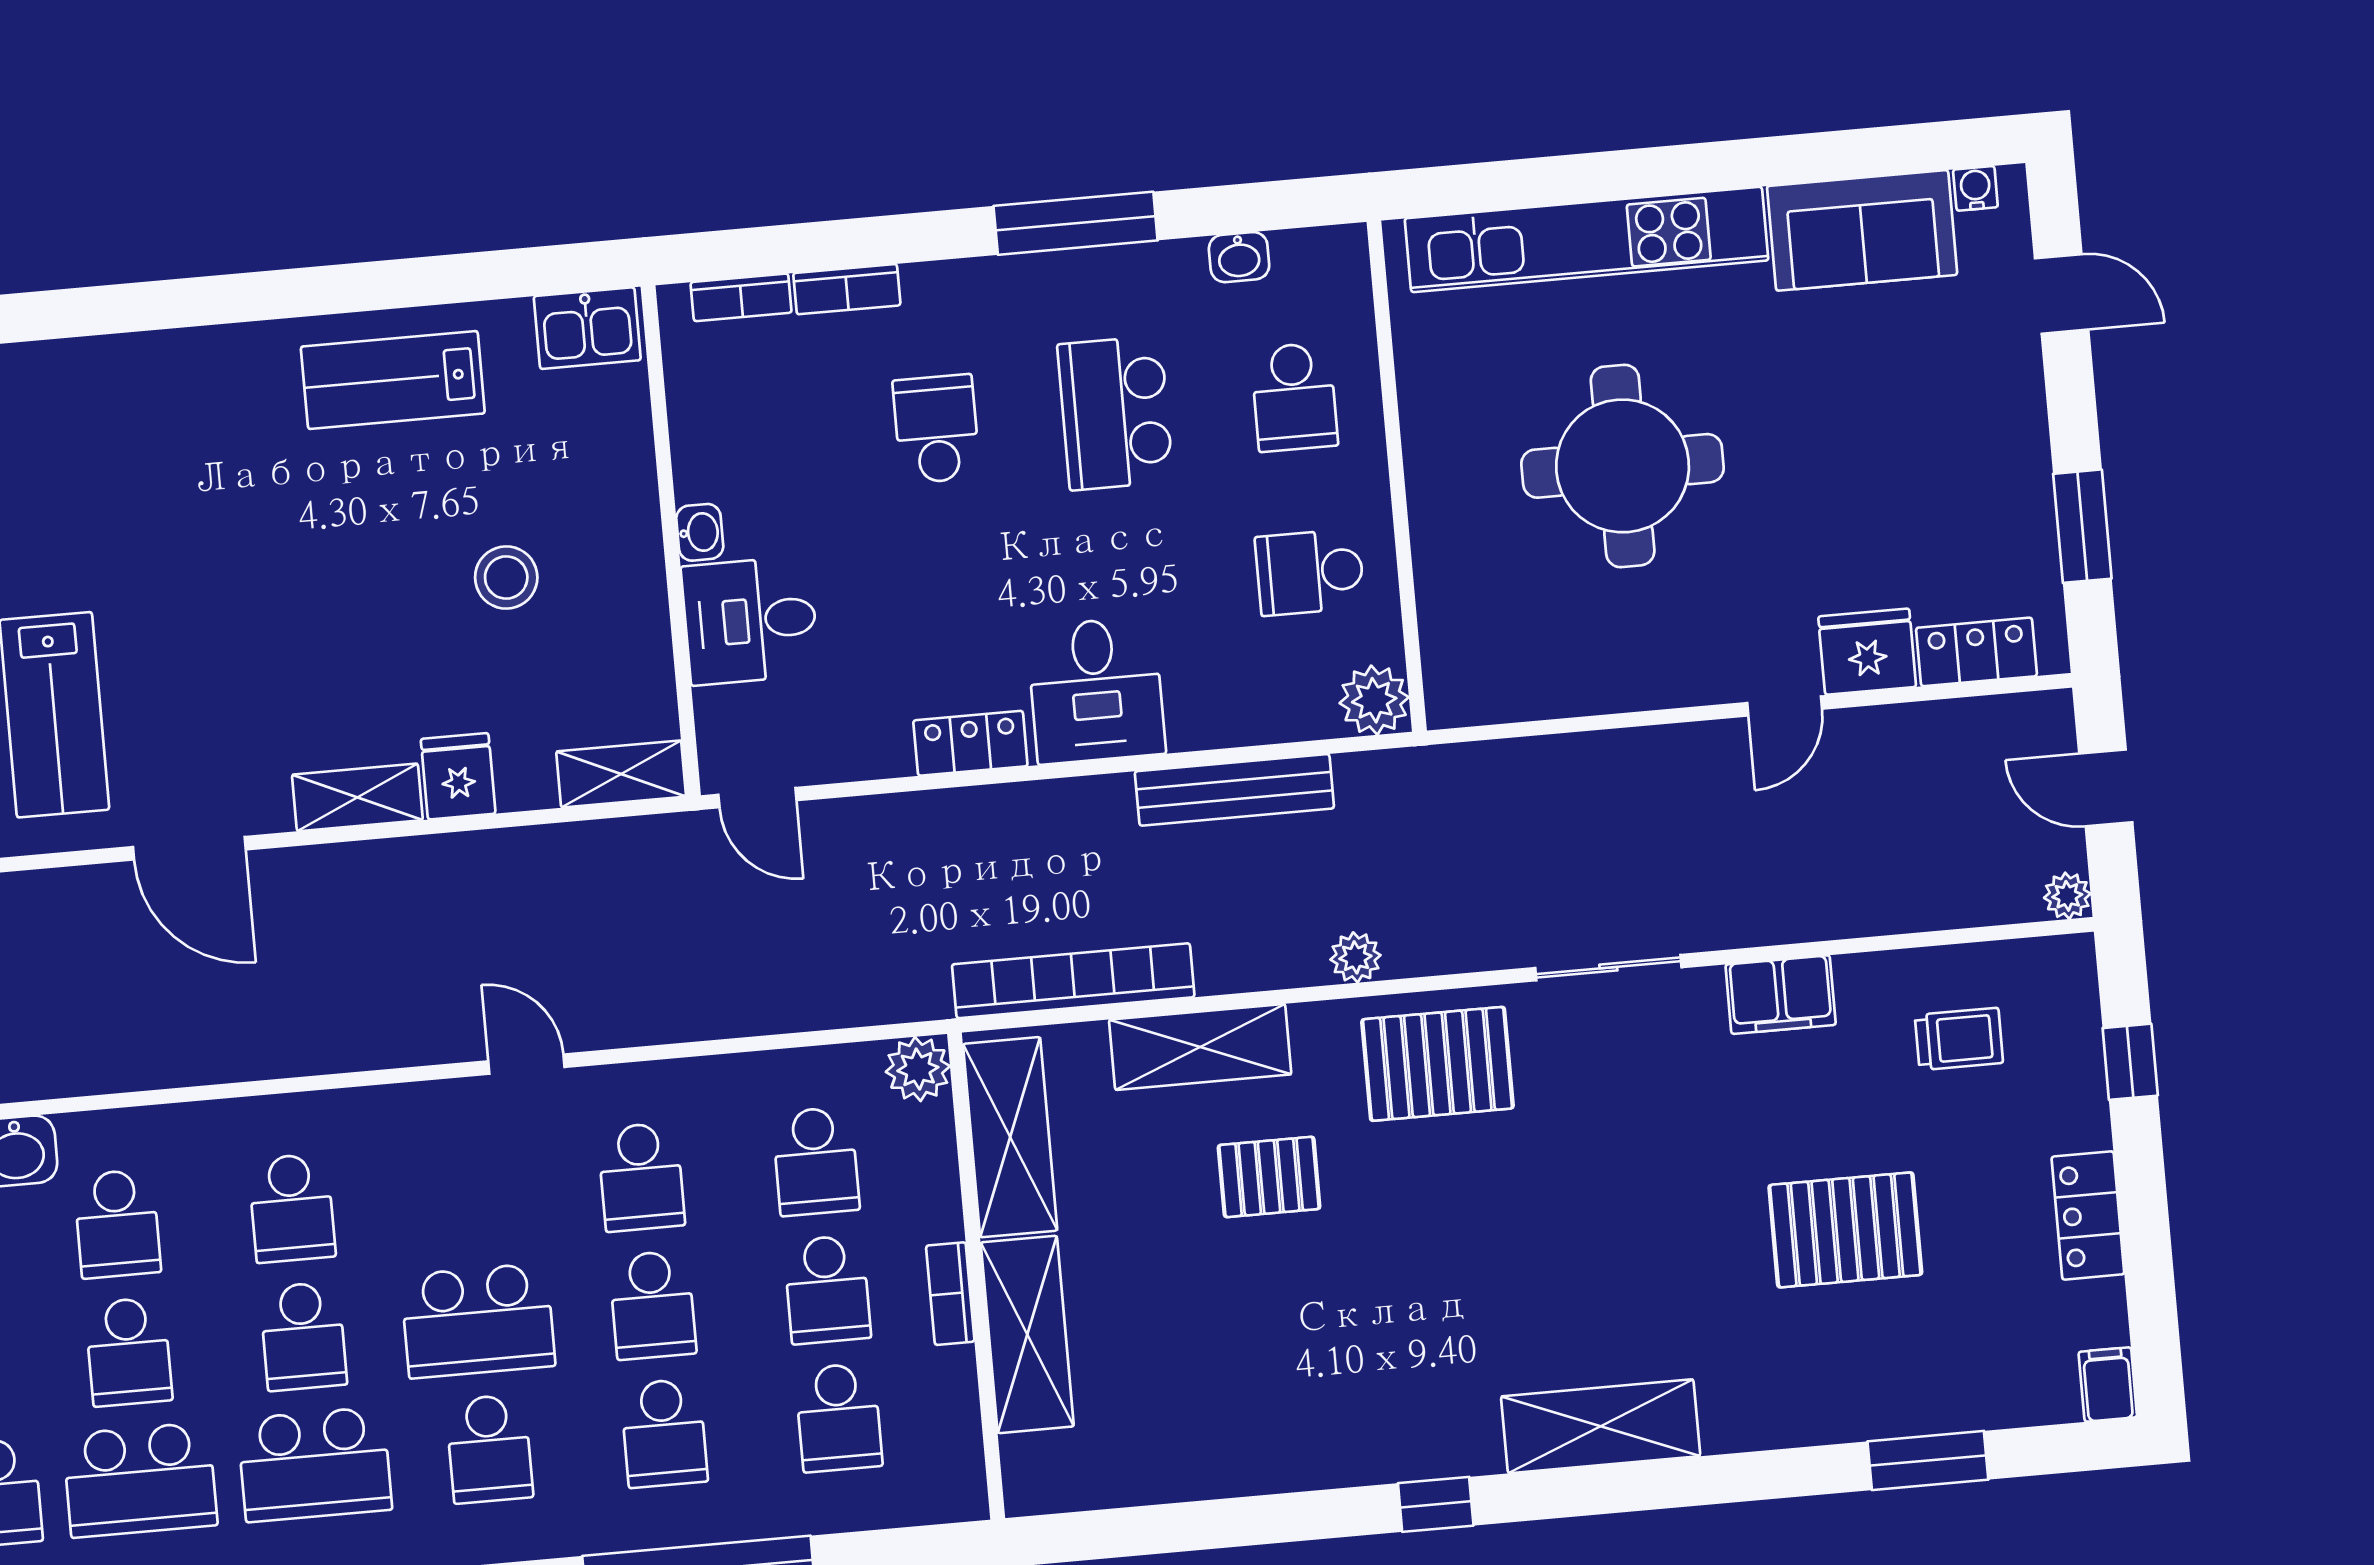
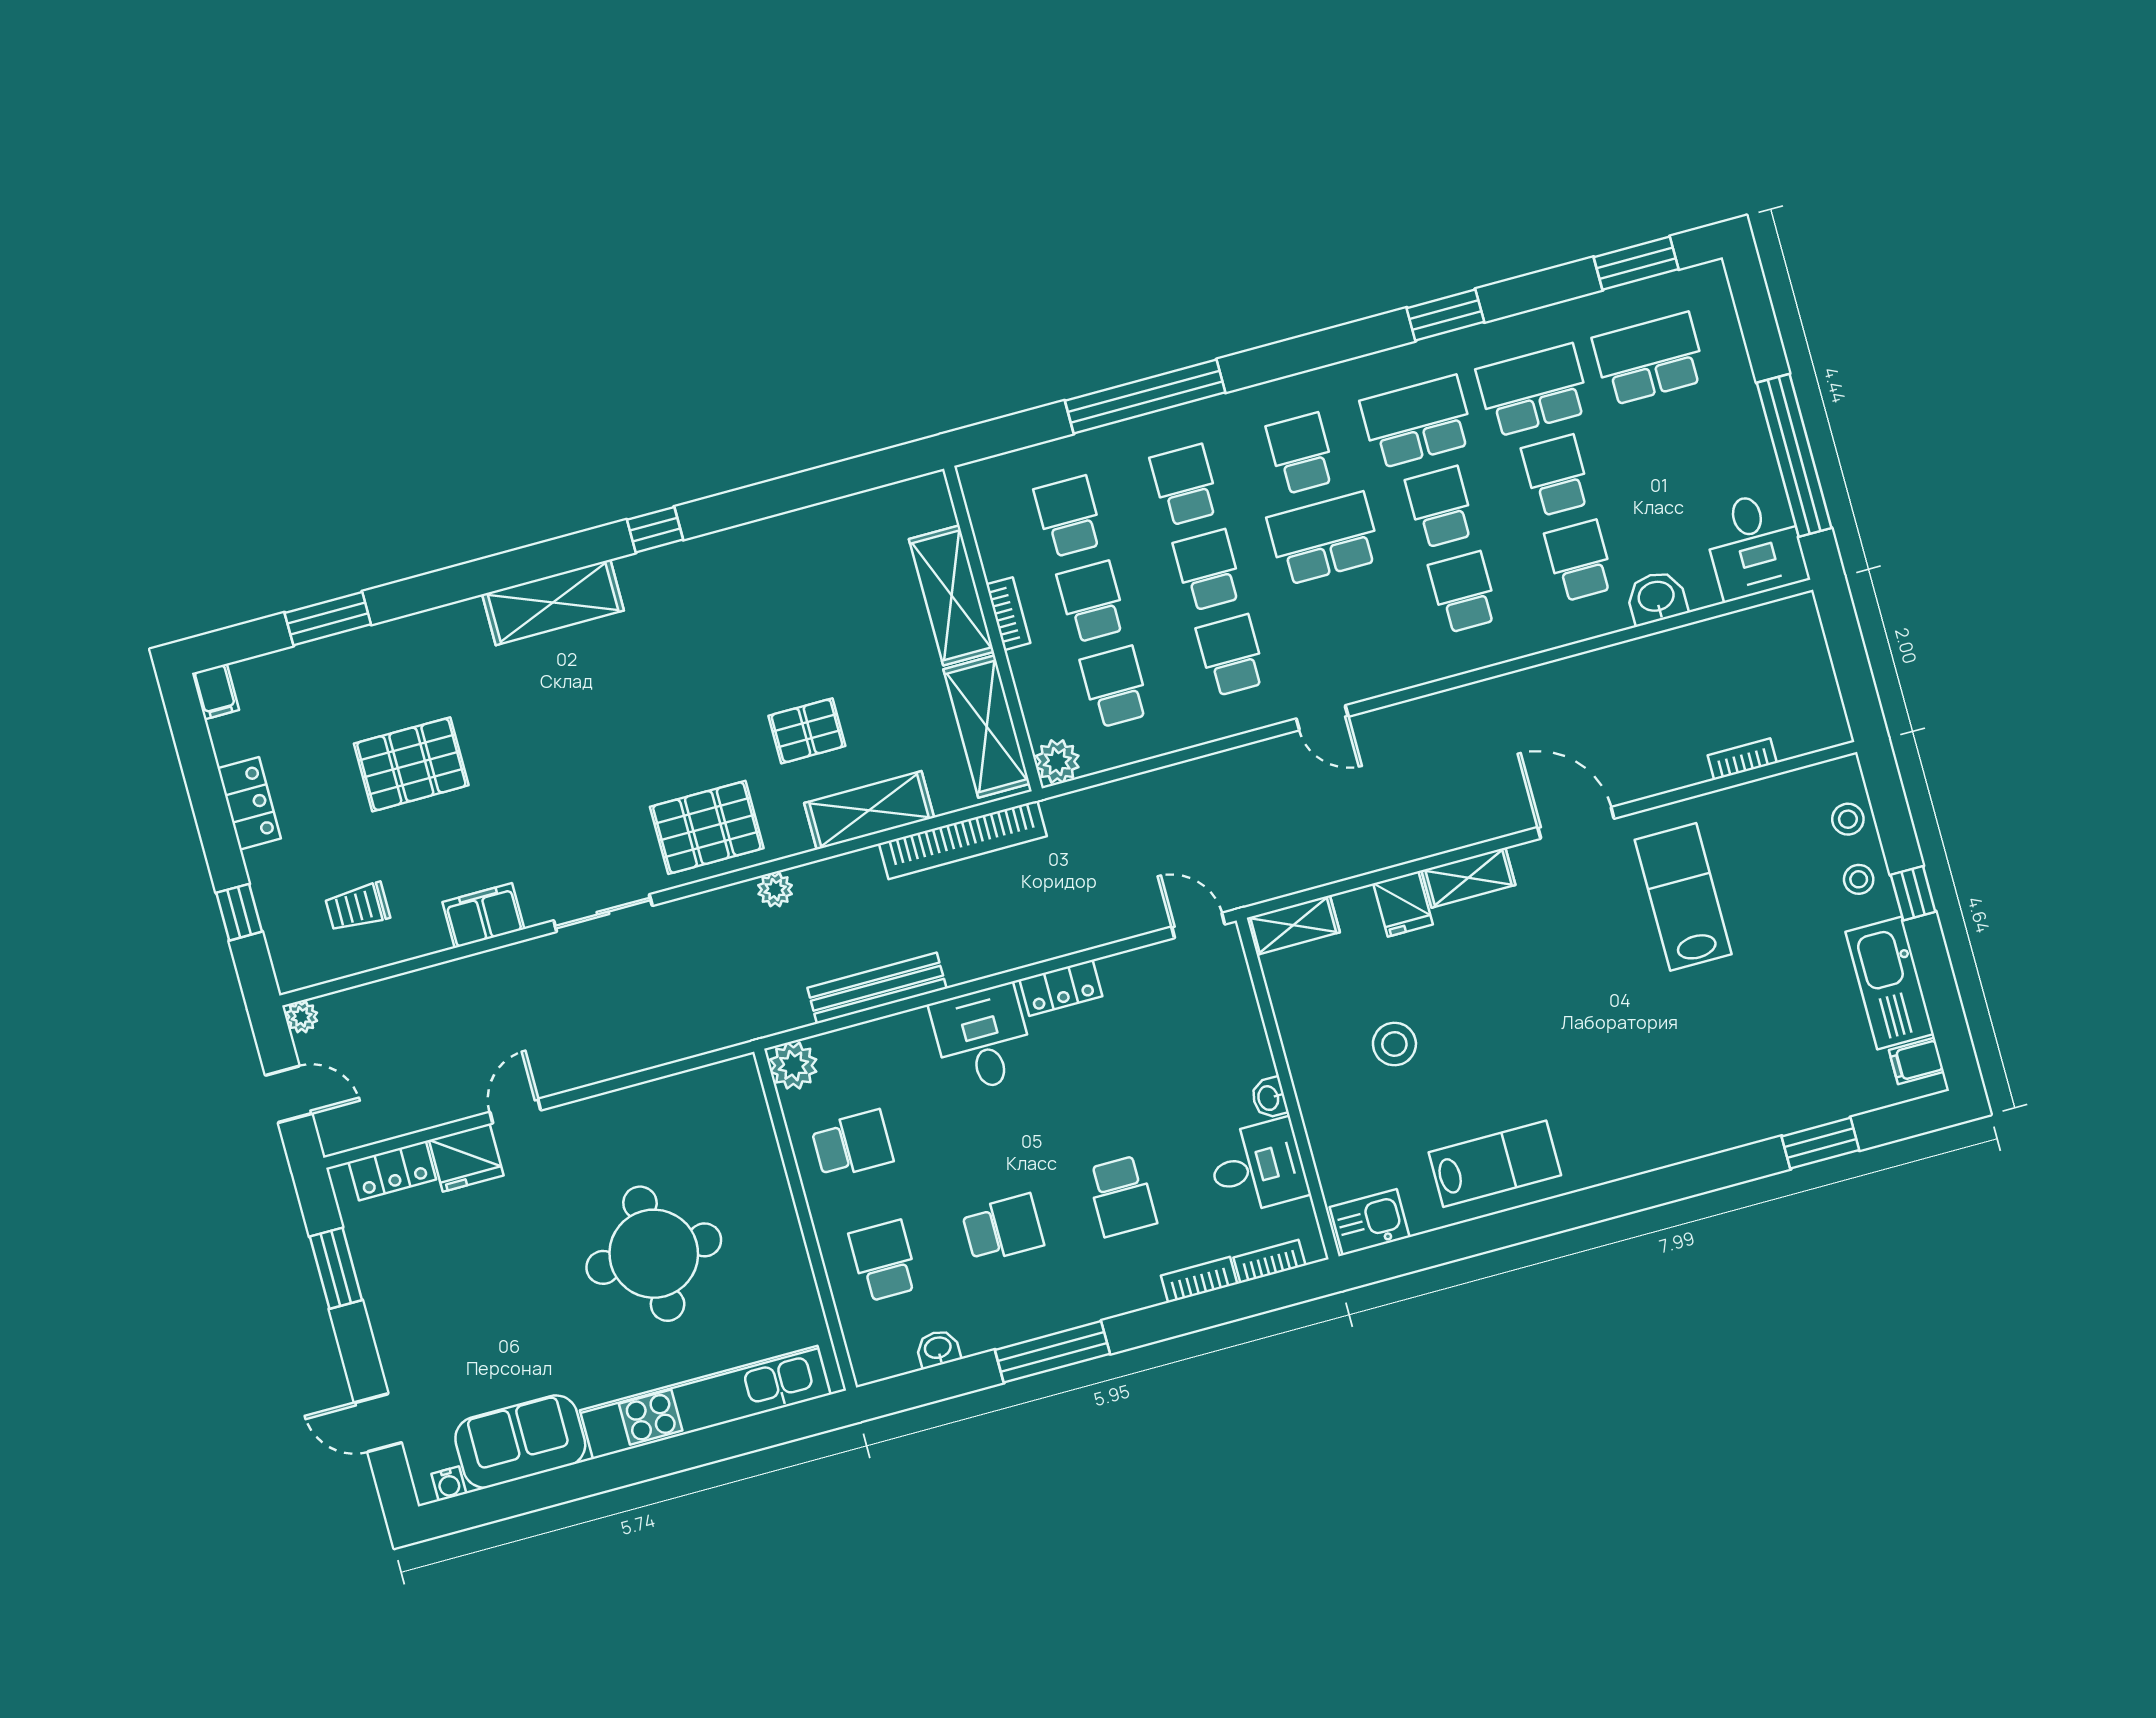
school desk: (1115, 413) -> (1003, 1228), width x0.54
desk: (750, 621) -> (1258, 1167), moved

